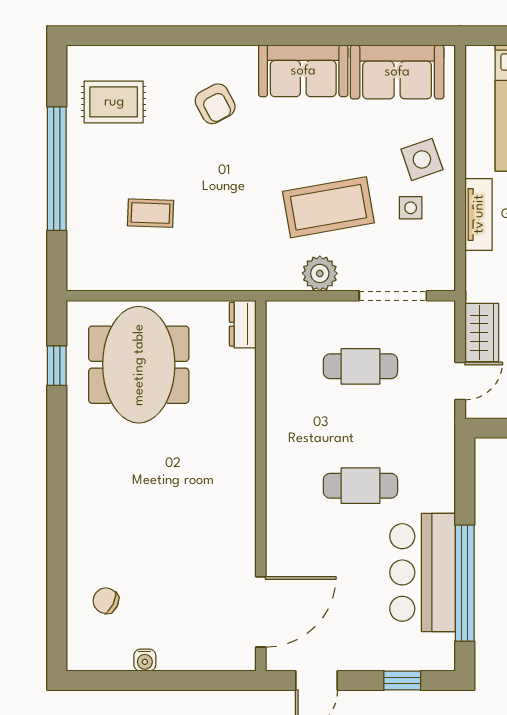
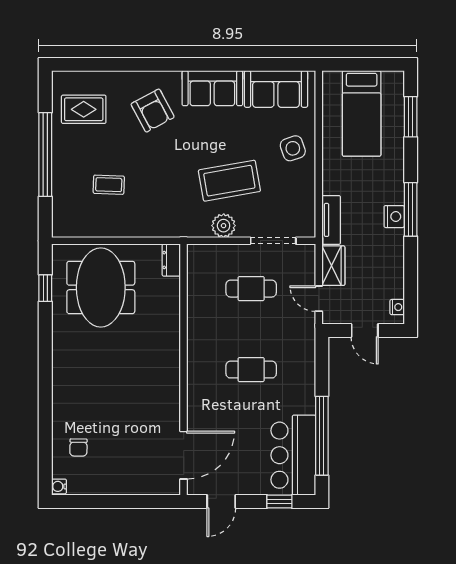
armchair: (215, 104) -> (153, 111), width x1.38, depth x1.38
side table: (411, 208) -> (285, 181), removed
tv unit: (479, 214) -> (331, 220), moved
door: (460, 381) -> (319, 299), swing flipped
bar counter: (423, 572) -> (293, 455), moved
chair: (106, 601) -> (78, 447), turned -115
water cooler: (145, 660) -> (59, 486), moved, turned 90

